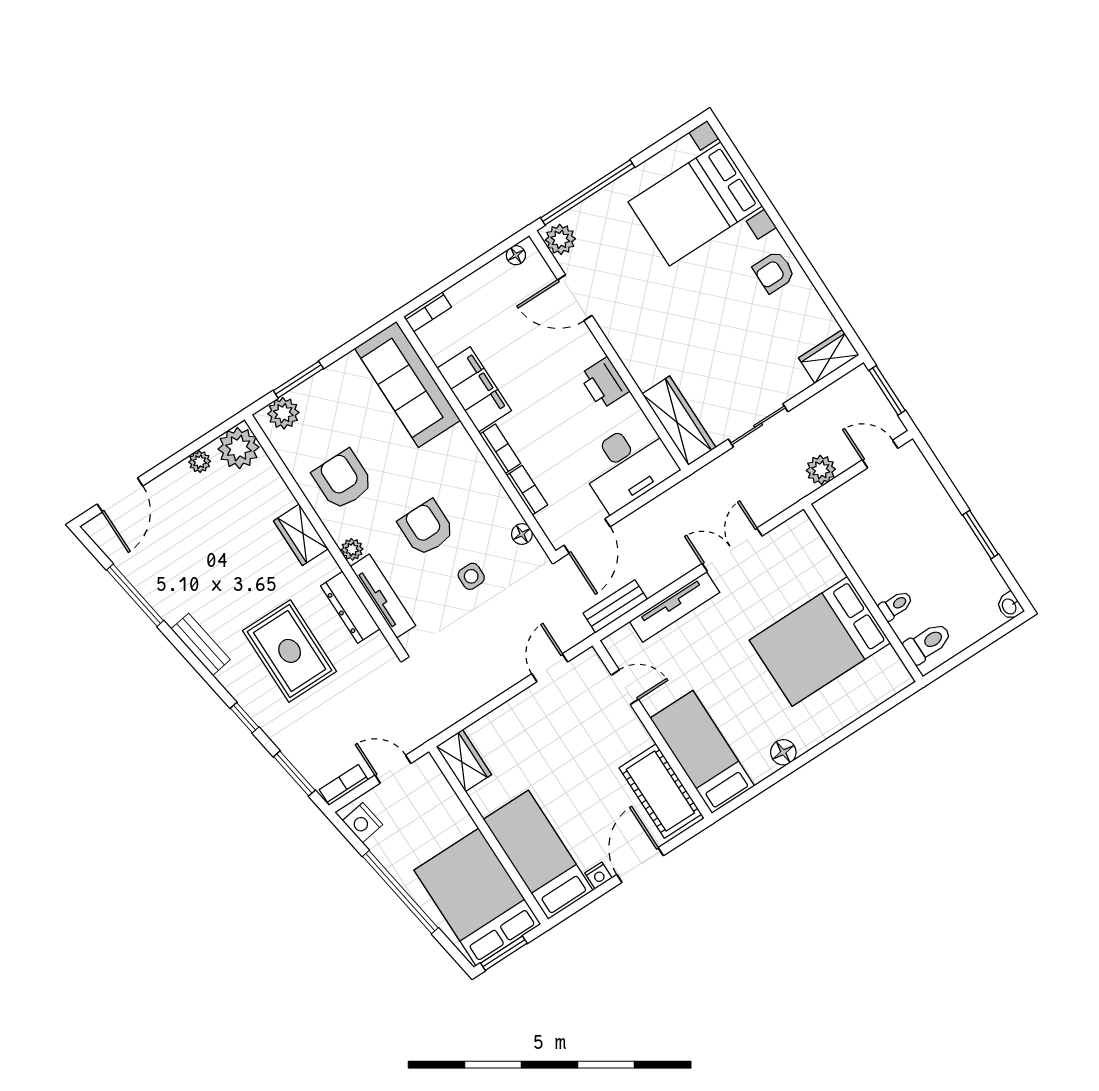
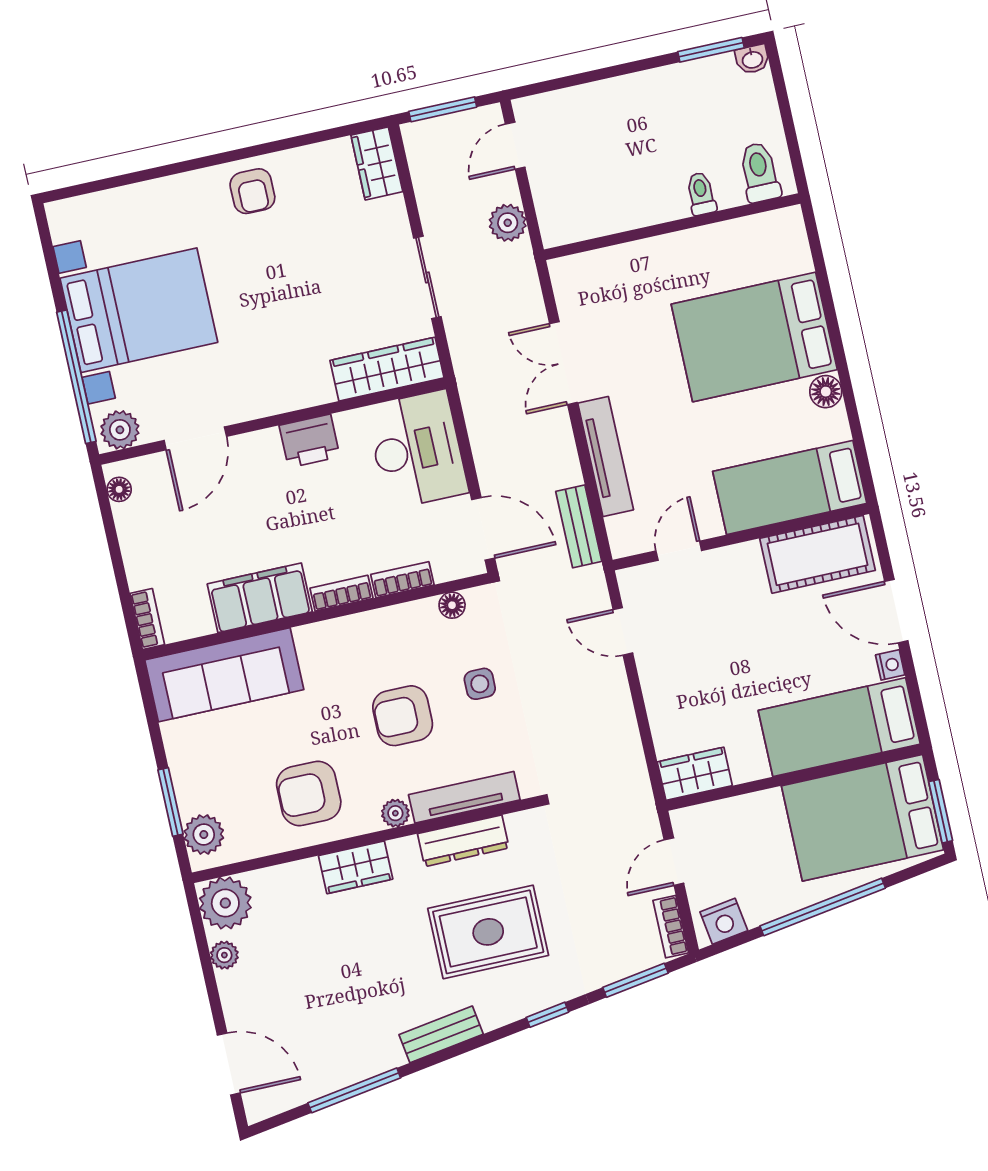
bed with nightstands: (695, 204) -> (139, 310), moved, turned -90
window: (980, 535) -> (711, 50), moved
bed: (820, 641) -> (754, 337), moved, turned 90

